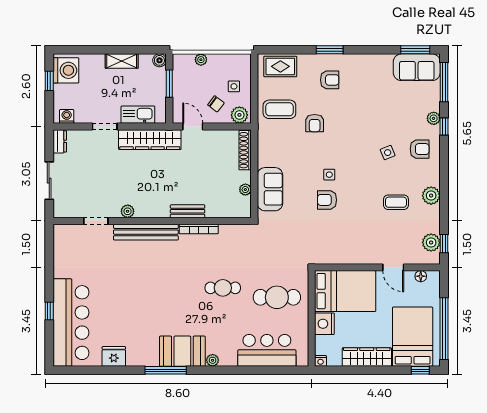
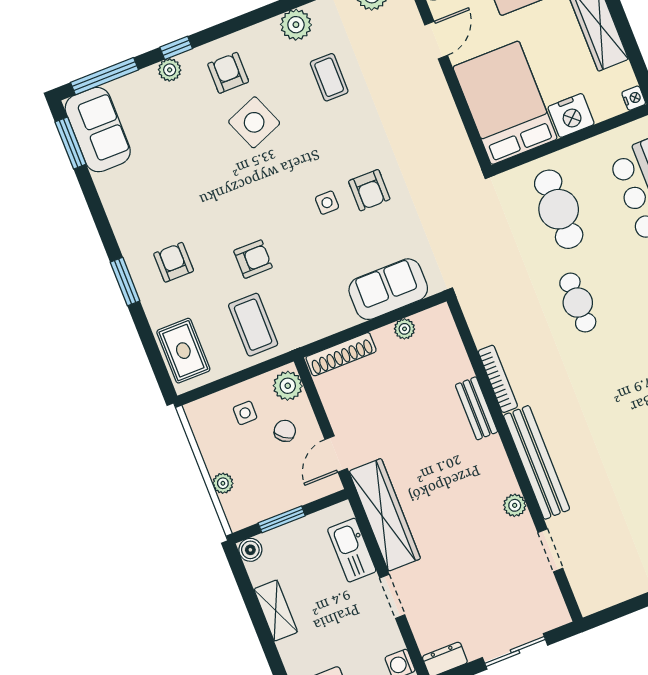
side table: (388, 153) -> (254, 122), width x1.87, depth x1.87

